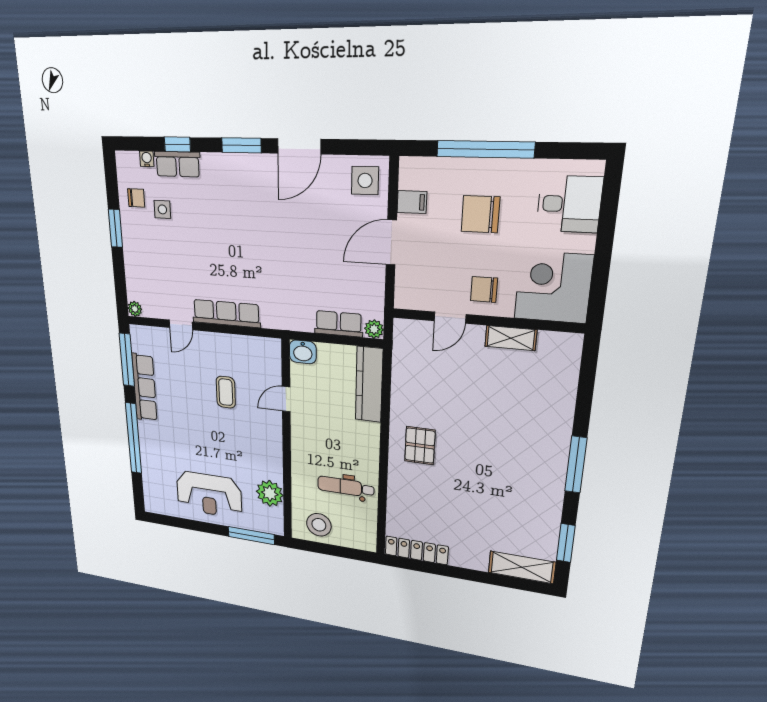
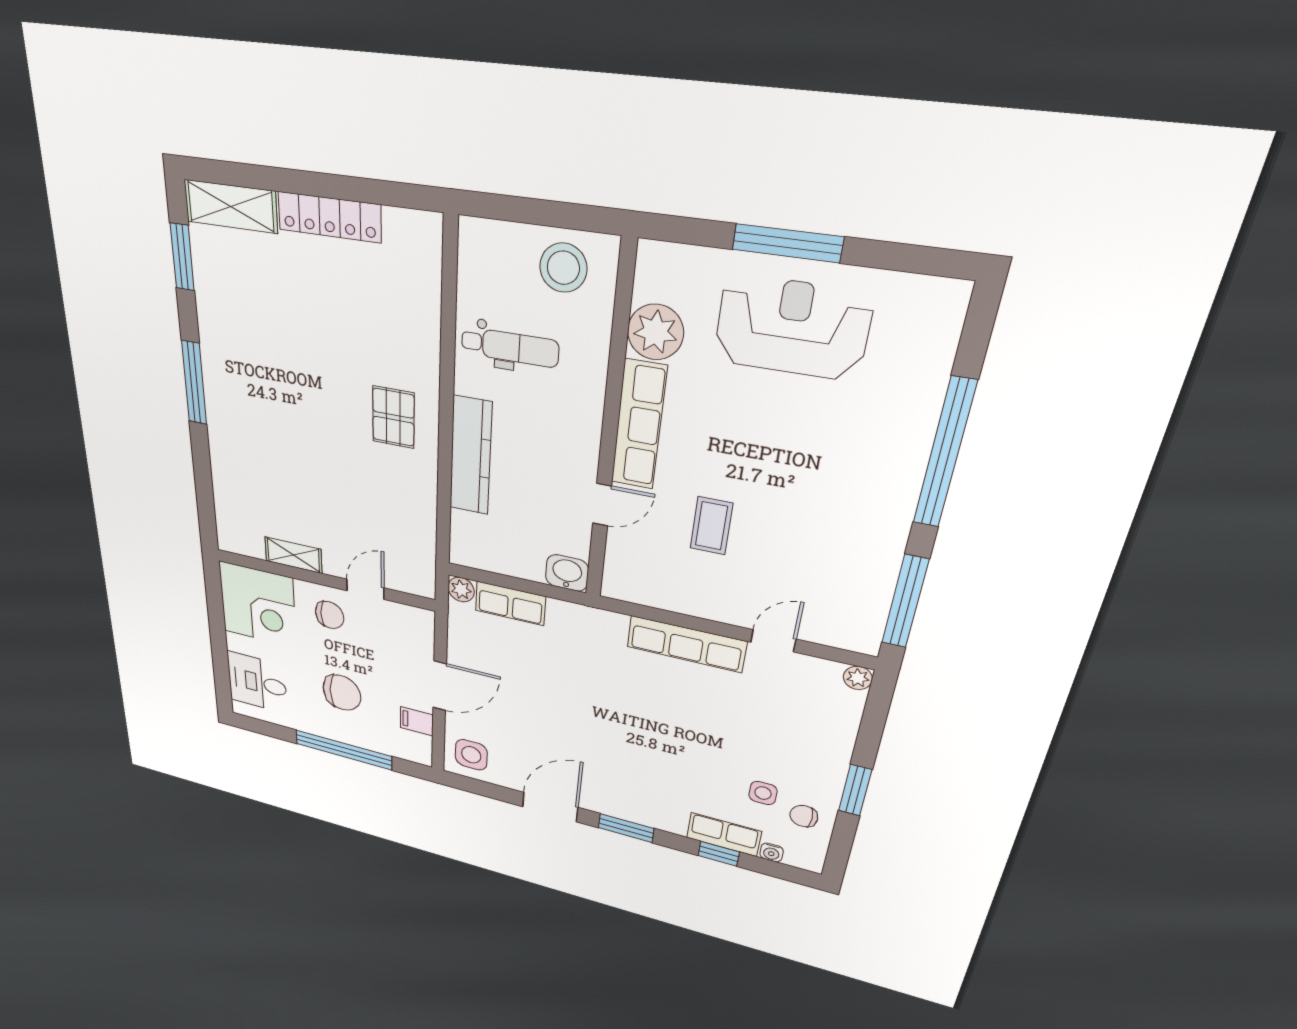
kitchen counter: (369, 385) -> (471, 456), moved
row of seats: (144, 387) -> (639, 425), moved, turned 180
window: (251, 536) -> (787, 243), moved
locker: (416, 550) -> (329, 217), moved

